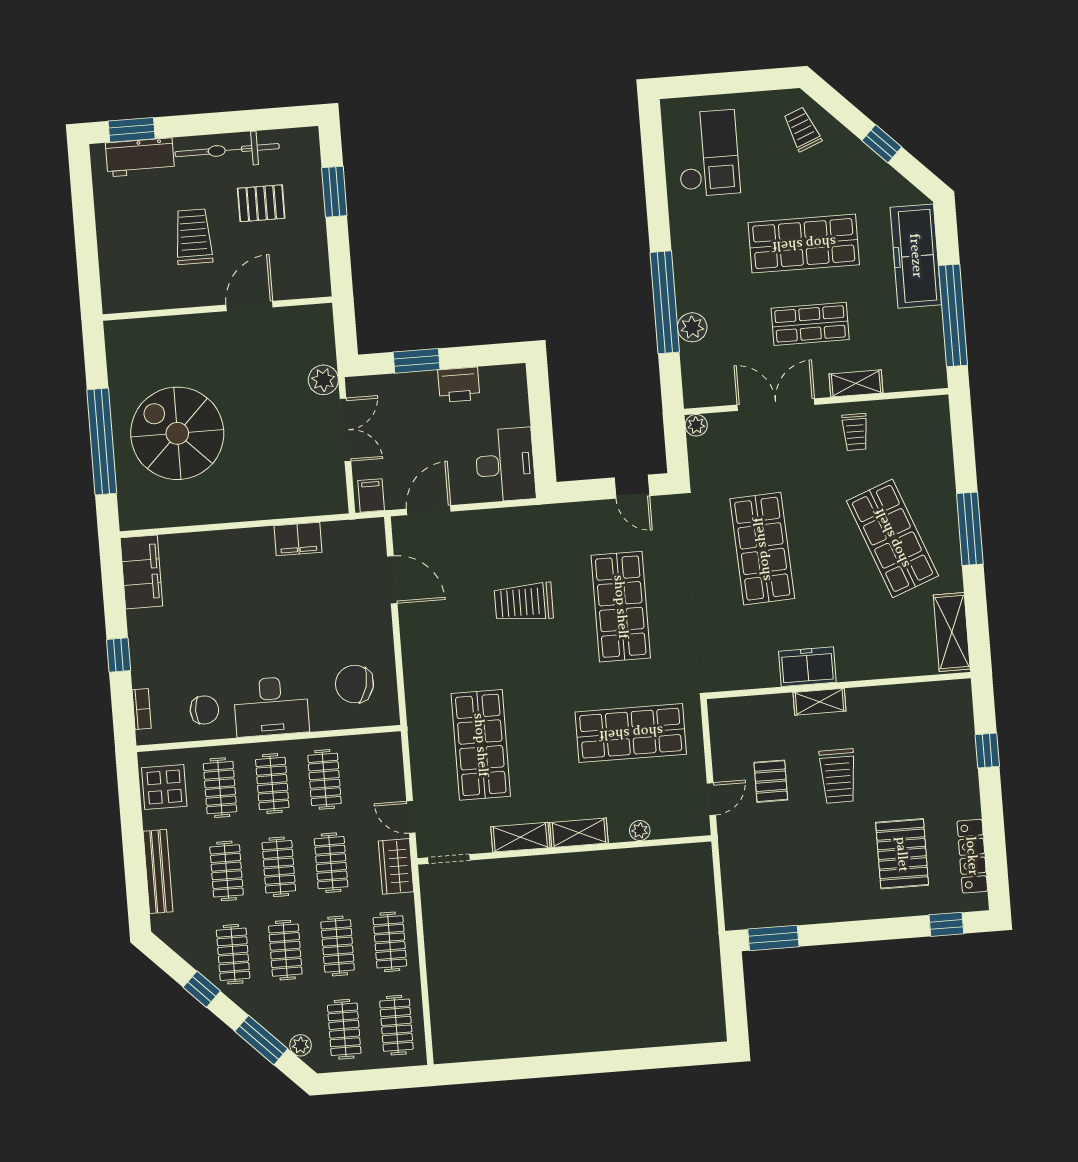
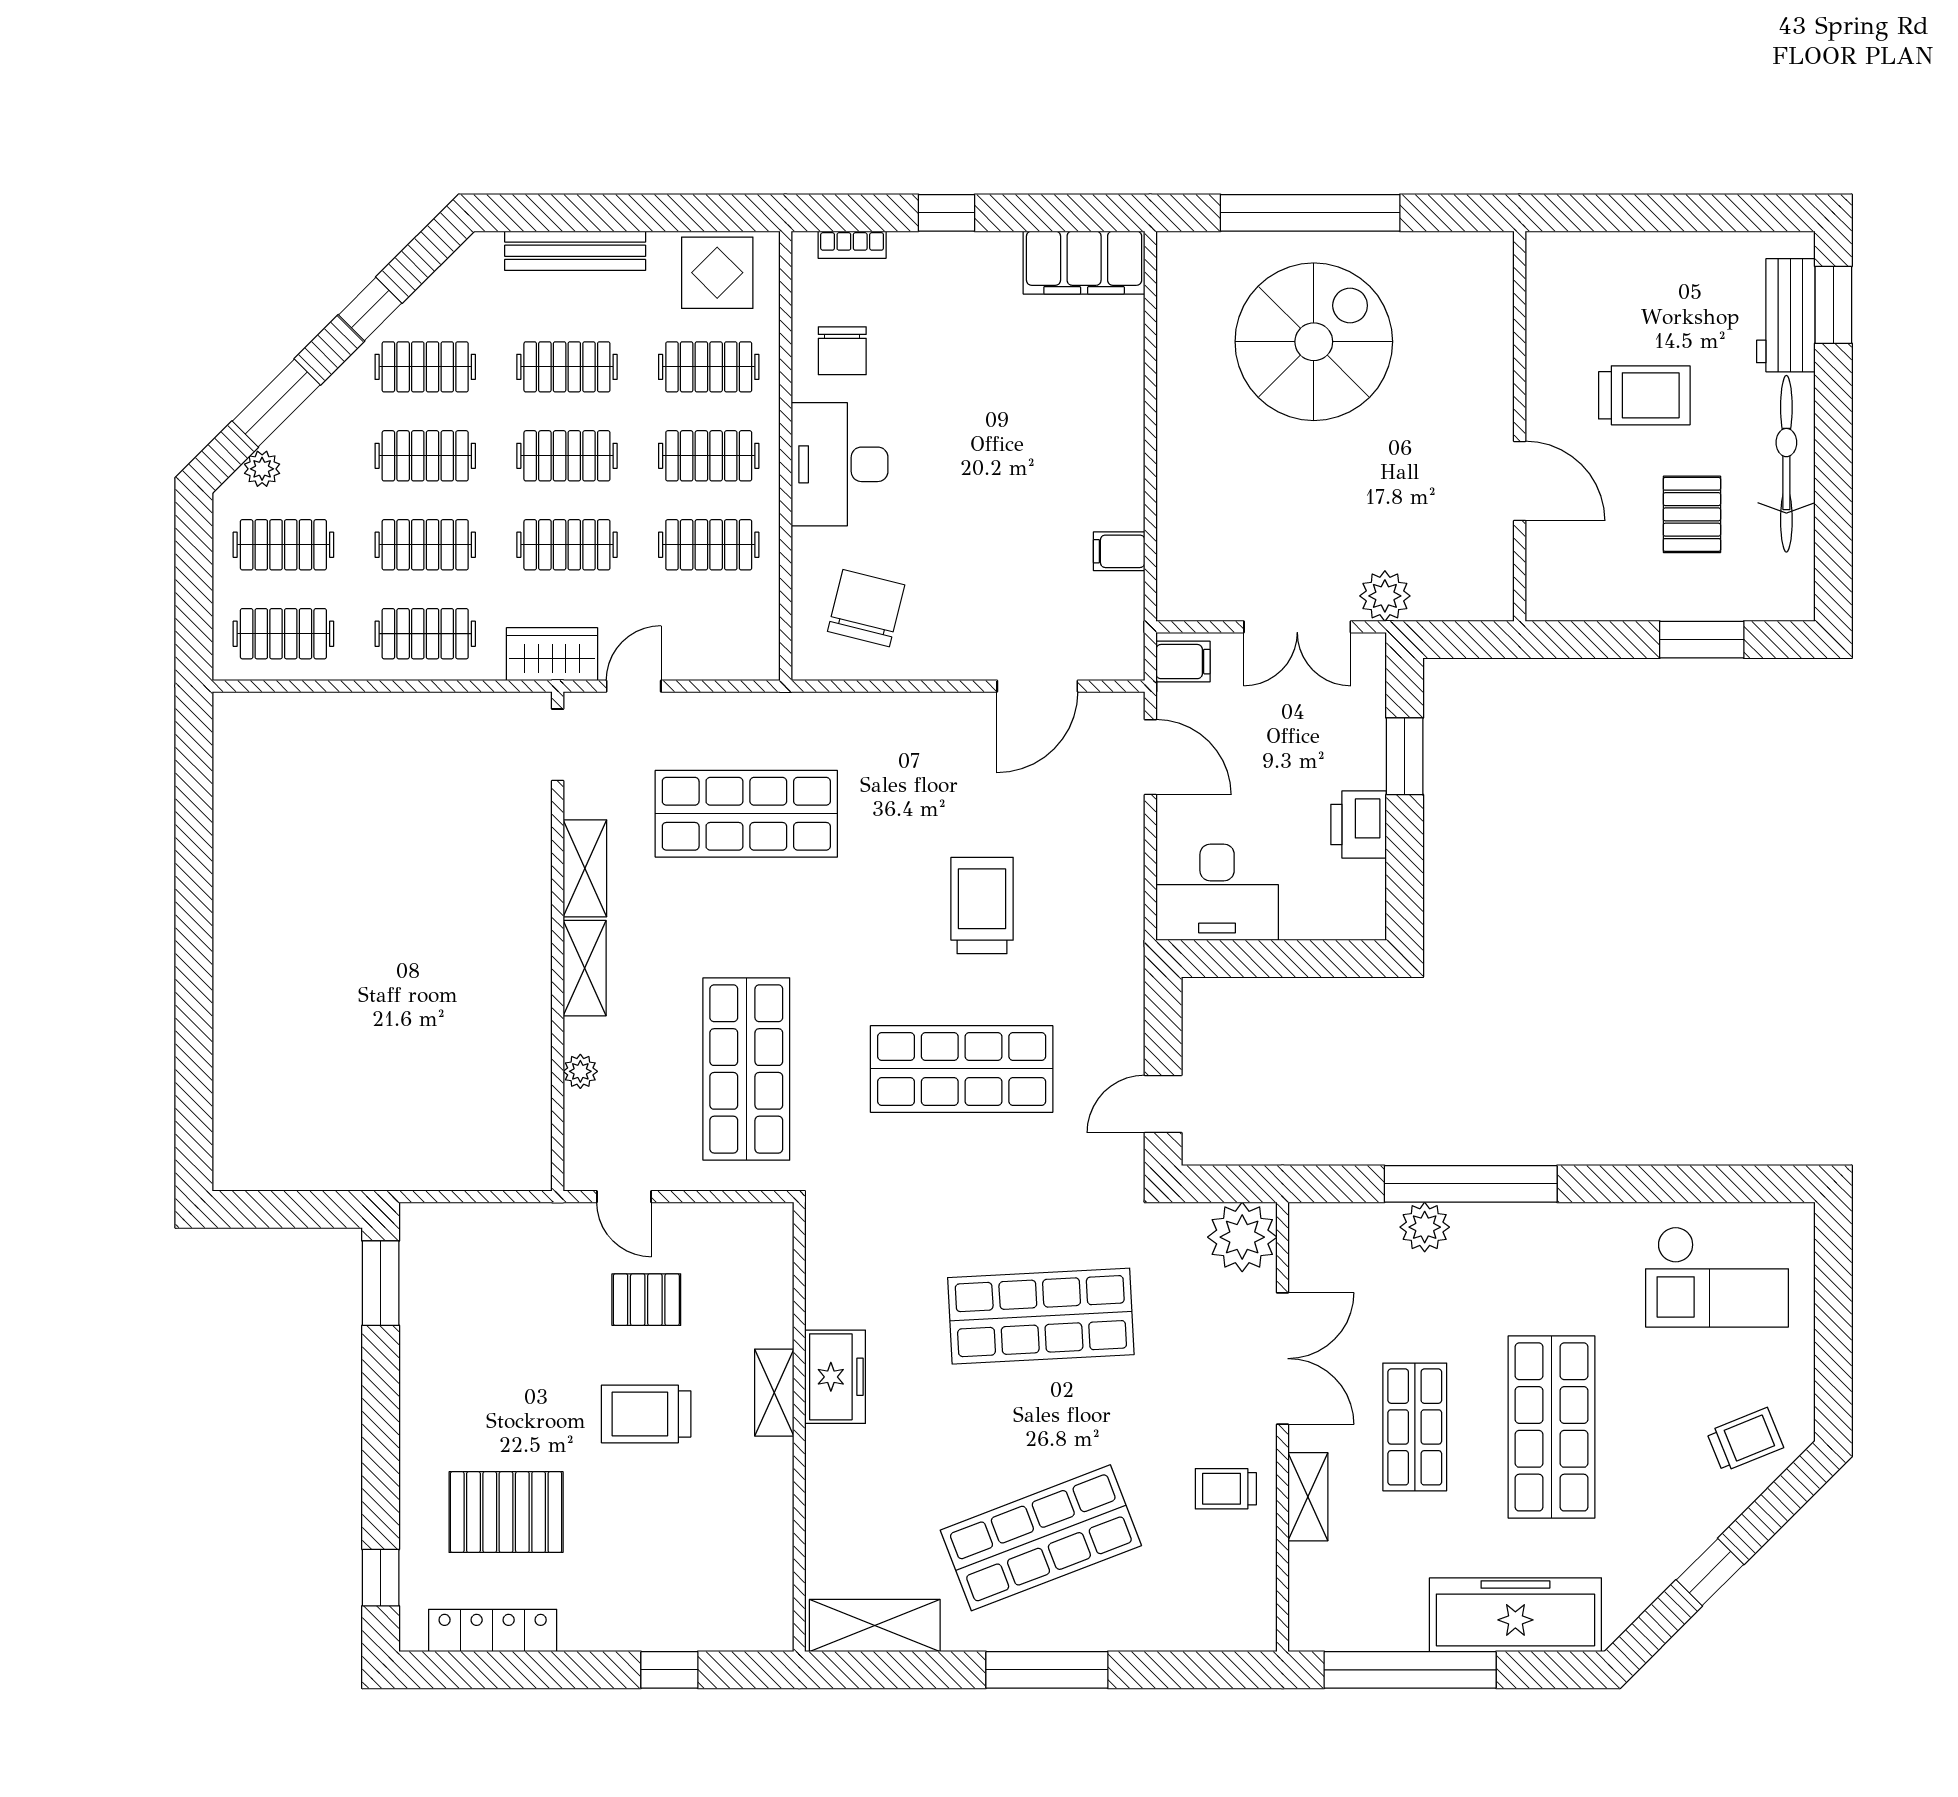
plant: (696, 425) -> (1242, 1237), width x1.87, depth x1.87
filing cabinet: (298, 539) -> (1119, 551), width x0.50

